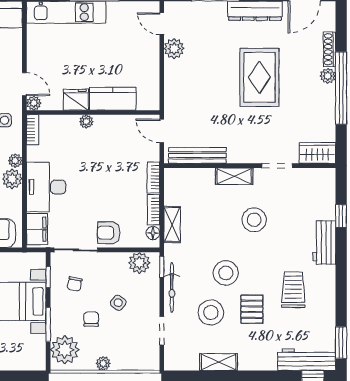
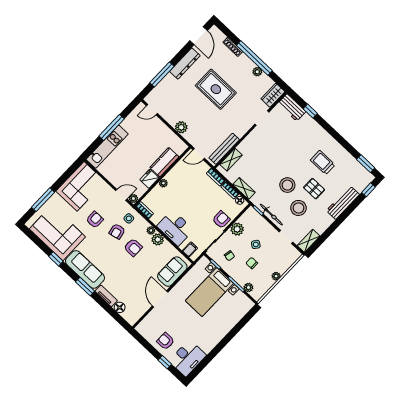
plant: (174, 49) -> (181, 127), moved
plant: (328, 76) -> (257, 72), moved
shelving: (234, 176) -> (231, 160), moved
stool: (254, 220) -> (276, 151), removed
filing cabinet: (37, 229) -> (190, 249), width x0.50
armchair: (109, 233) -> (221, 220), turned 180
workbench: (324, 243) -> (292, 107), moved
plant: (139, 263) -> (237, 229), moved
plant: (65, 350) -> (248, 287), width x0.53, depth x0.53
workbench: (307, 360) -> (343, 203), moved
shelving: (219, 362) -> (308, 241), moved

